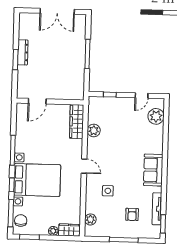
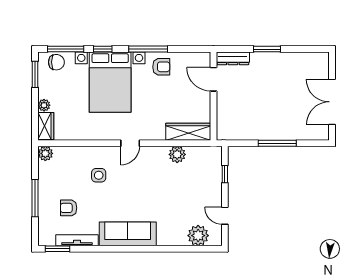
dresser: (23, 52) -> (233, 58), moved
armchair: (27, 141) -> (161, 67), added
sofa: (153, 170) -> (128, 234), width x1.36
plant: (90, 219) -> (45, 153), moved

